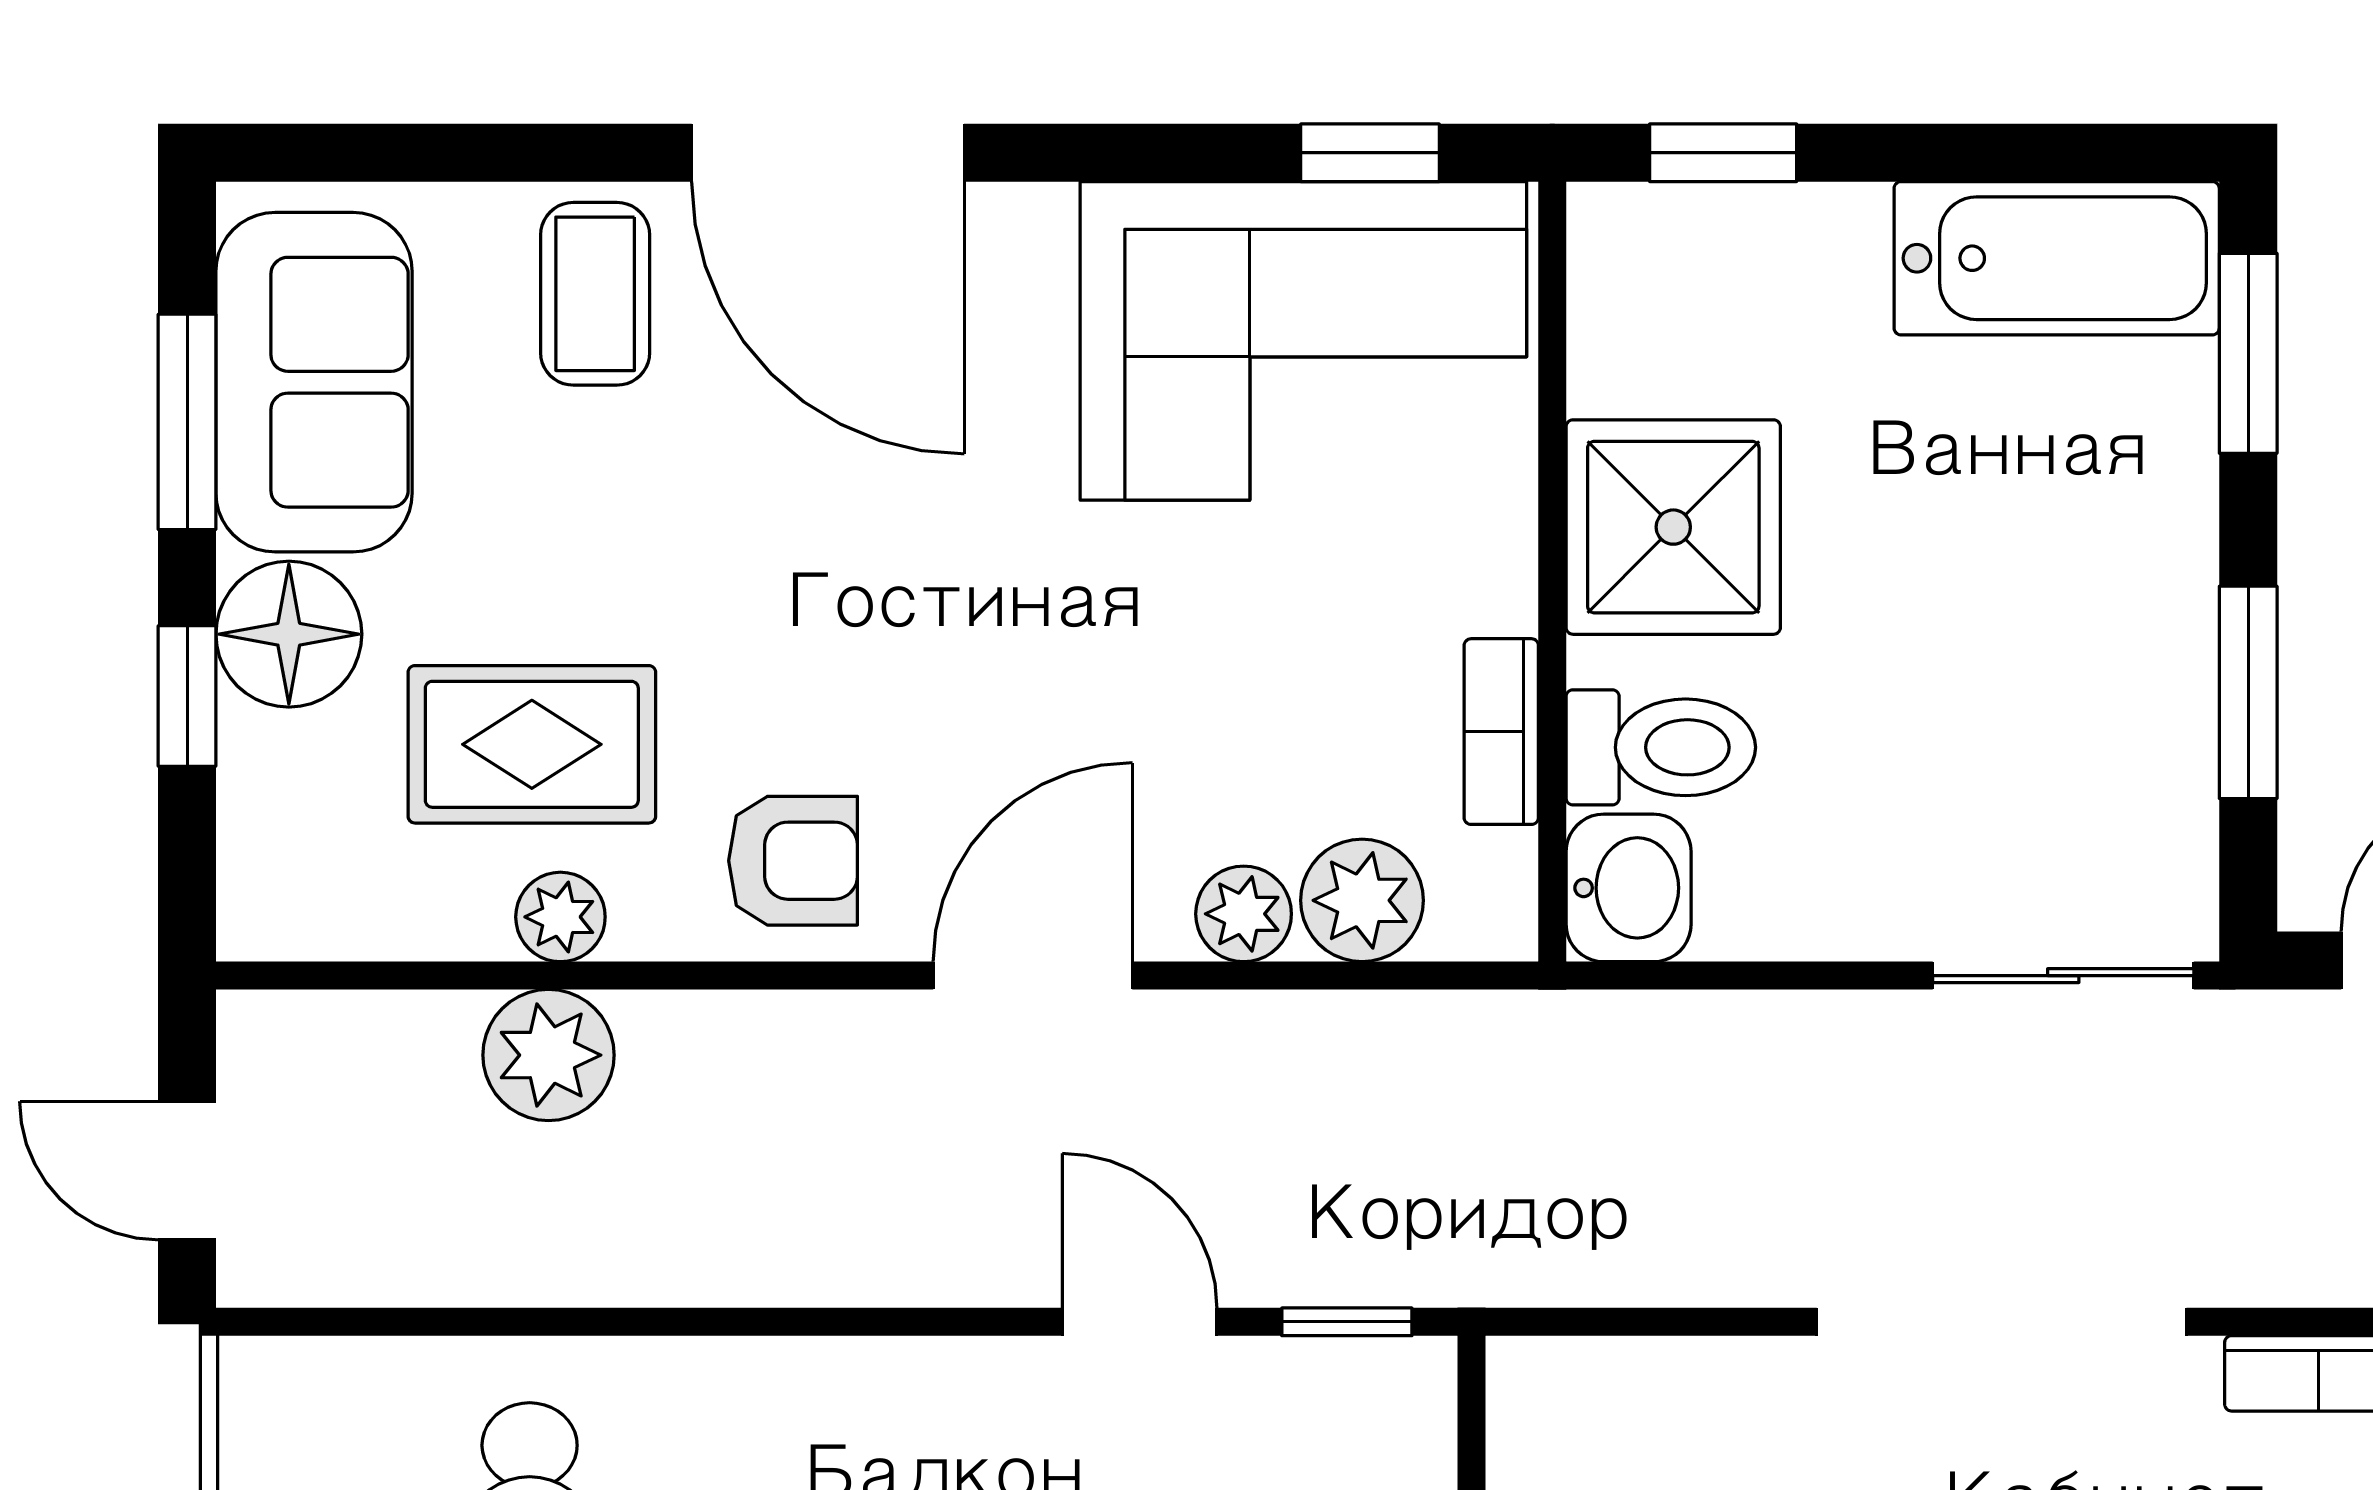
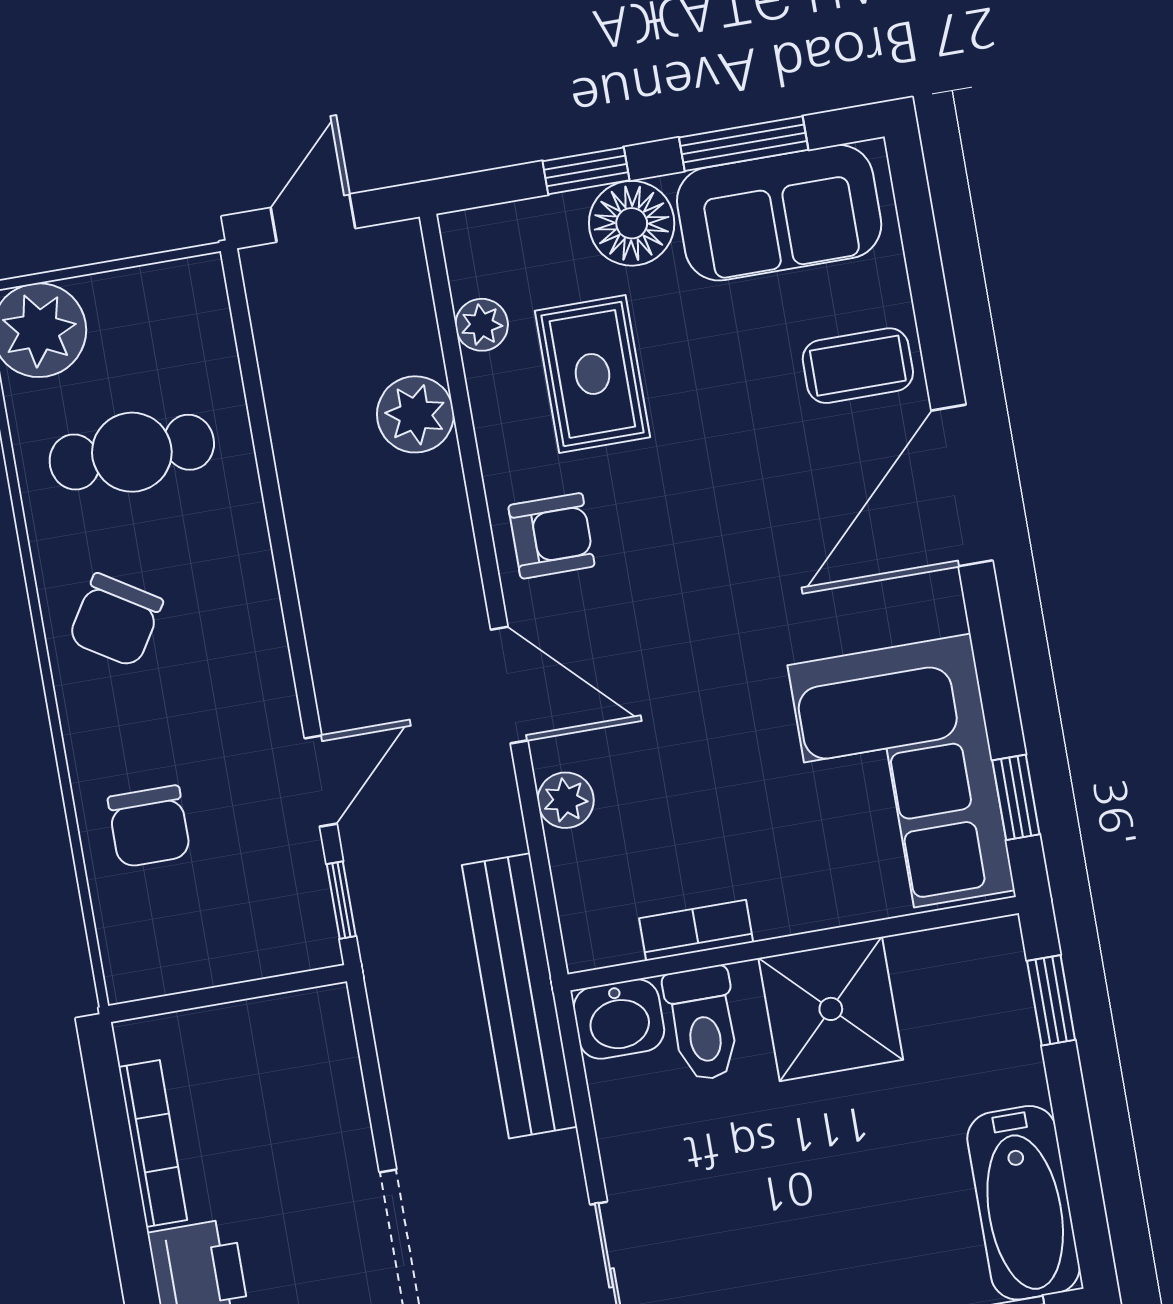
armchair: (793, 861) -> (551, 536), turned -90
plant: (1362, 900) -> (585, 867), removed
plant: (560, 917) -> (482, 325), moved
bench: (1560, 1049) -> (520, 996), added

